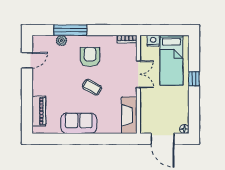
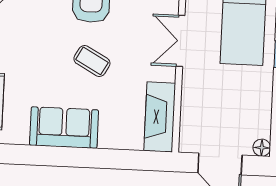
double door: (138, 74) -> (180, 41), swing flipped

